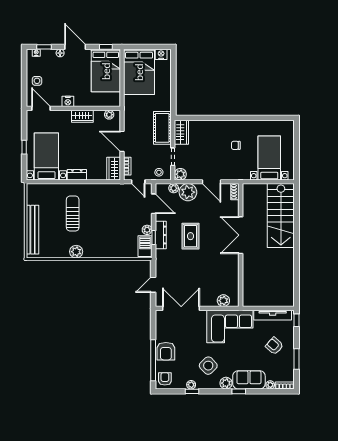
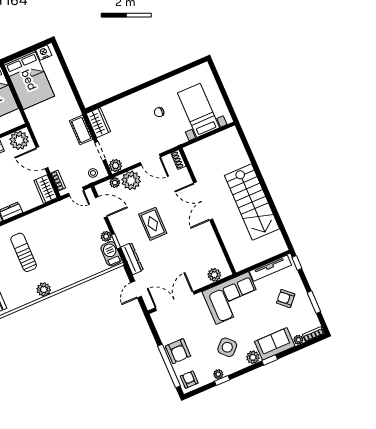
plant: (109, 115) -> (19, 140), width x1.88, depth x1.88
cot: (162, 128) -> (81, 130), width x0.73, depth x0.75
stairs: (281, 216) -> (252, 202), moved
dresser: (161, 235) -> (132, 259), moved

